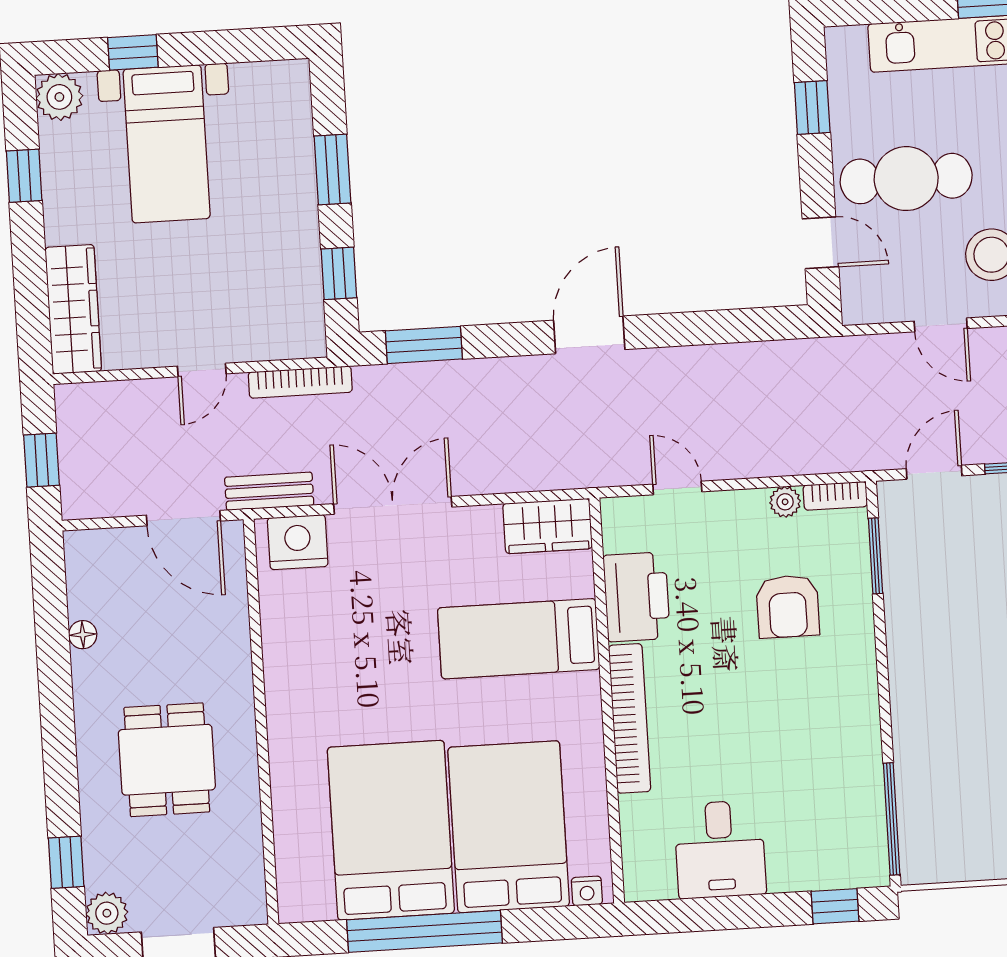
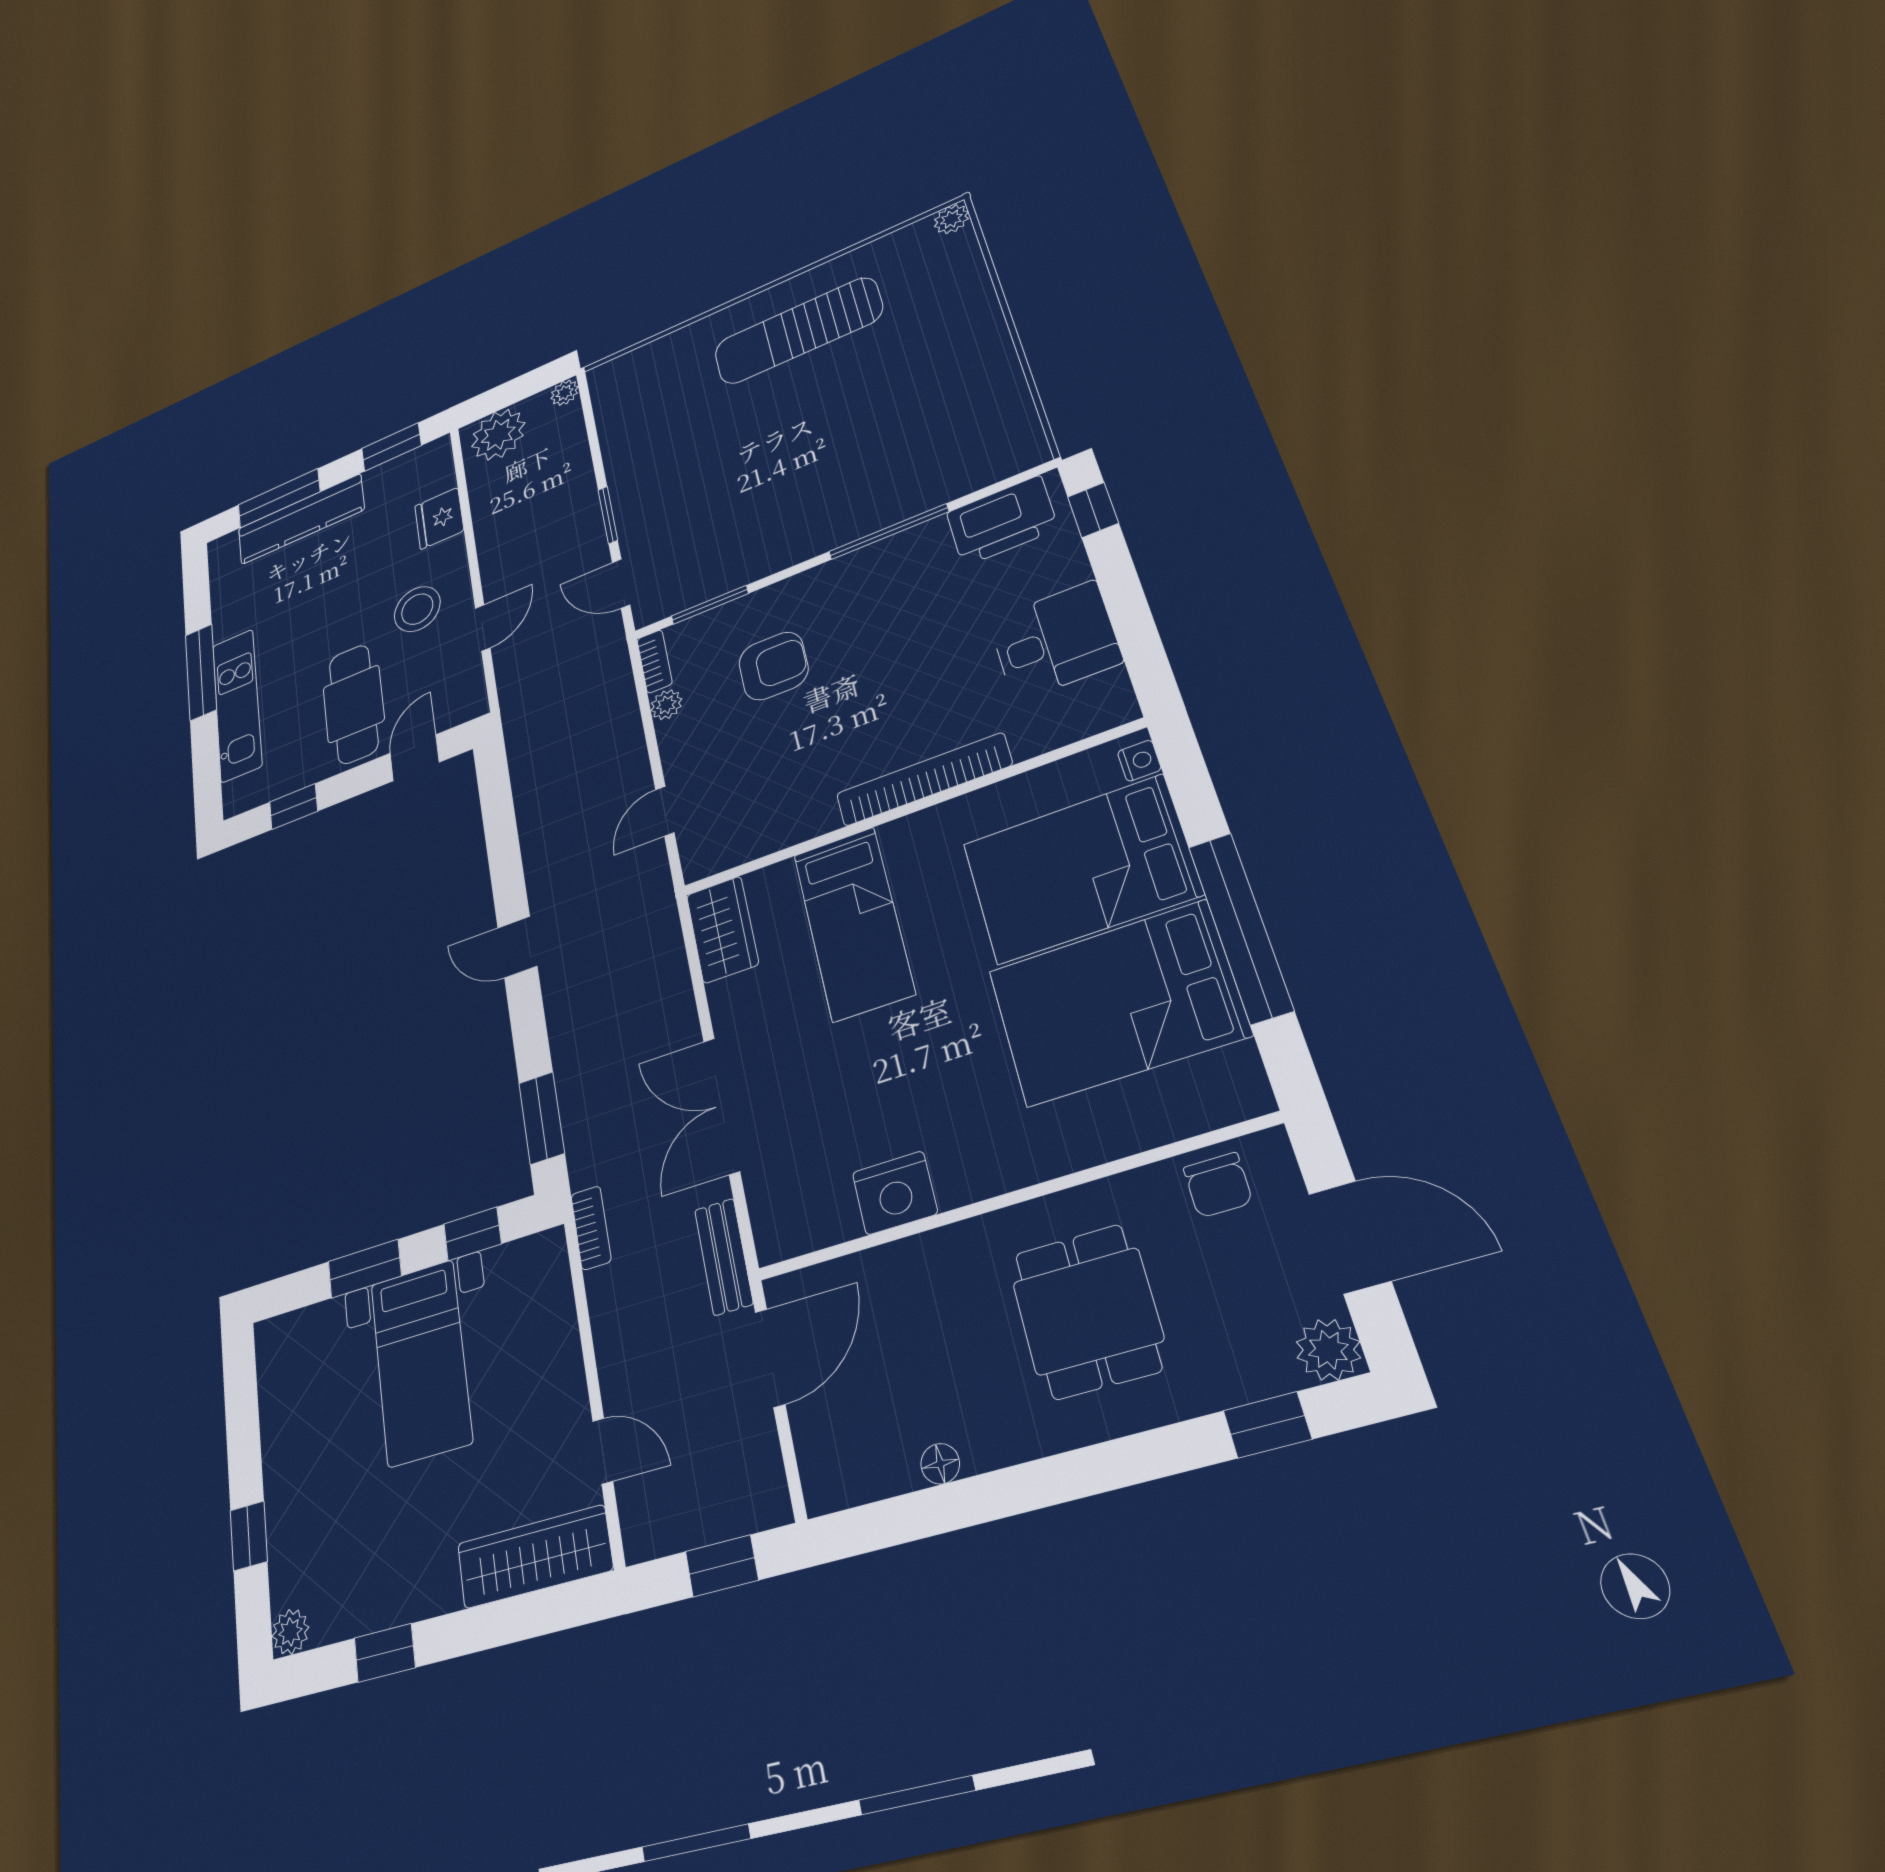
plant: (59, 97) -> (290, 1632), width x0.73, depth x0.73
bed with nightstands: (167, 144) -> (421, 1362), moved, turned 90
door: (589, 335) -> (517, 947), width x0.73
door: (202, 370) -> (603, 1451), moved
bookcase: (300, 382) -> (591, 1228), width x0.64
nightstand: (298, 542) -> (895, 1193), moved, turned -90
printer: (637, 597) -> (1002, 521), moved, turned 180
dining table: (167, 760) -> (1087, 1311), turned 90
window: (892, 819) -> (888, 532), moved
chair: (235, 869) -> (1218, 1185), added

